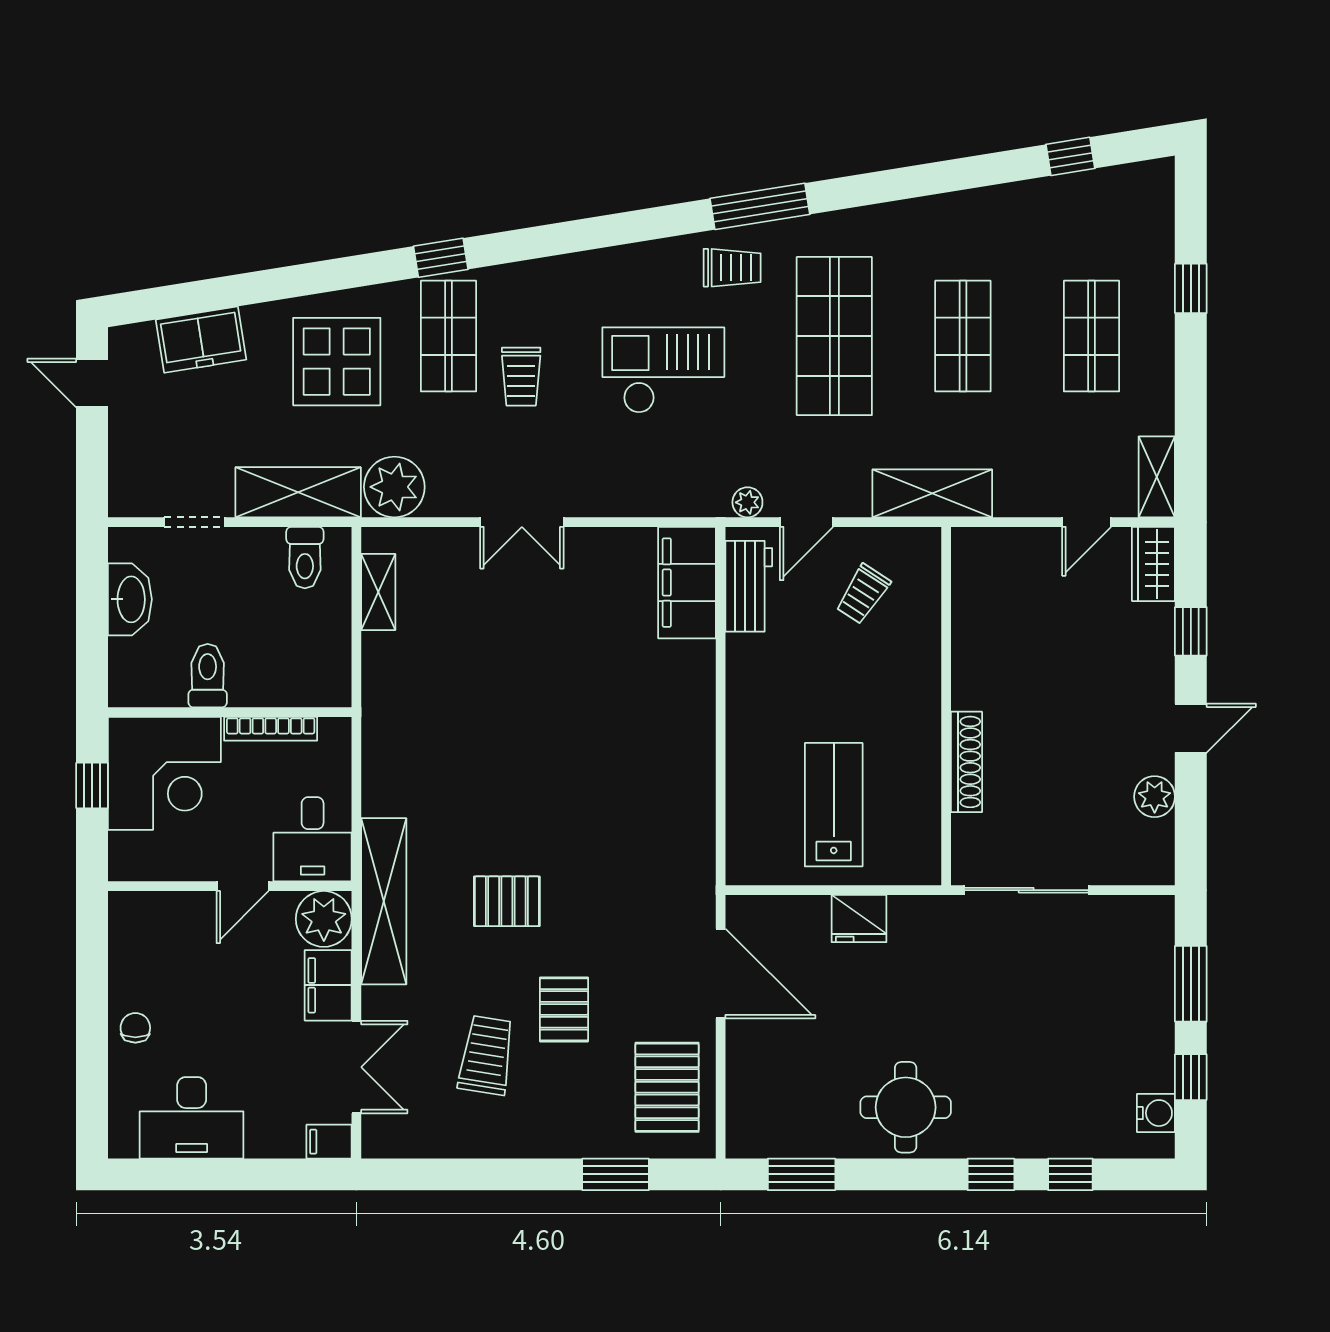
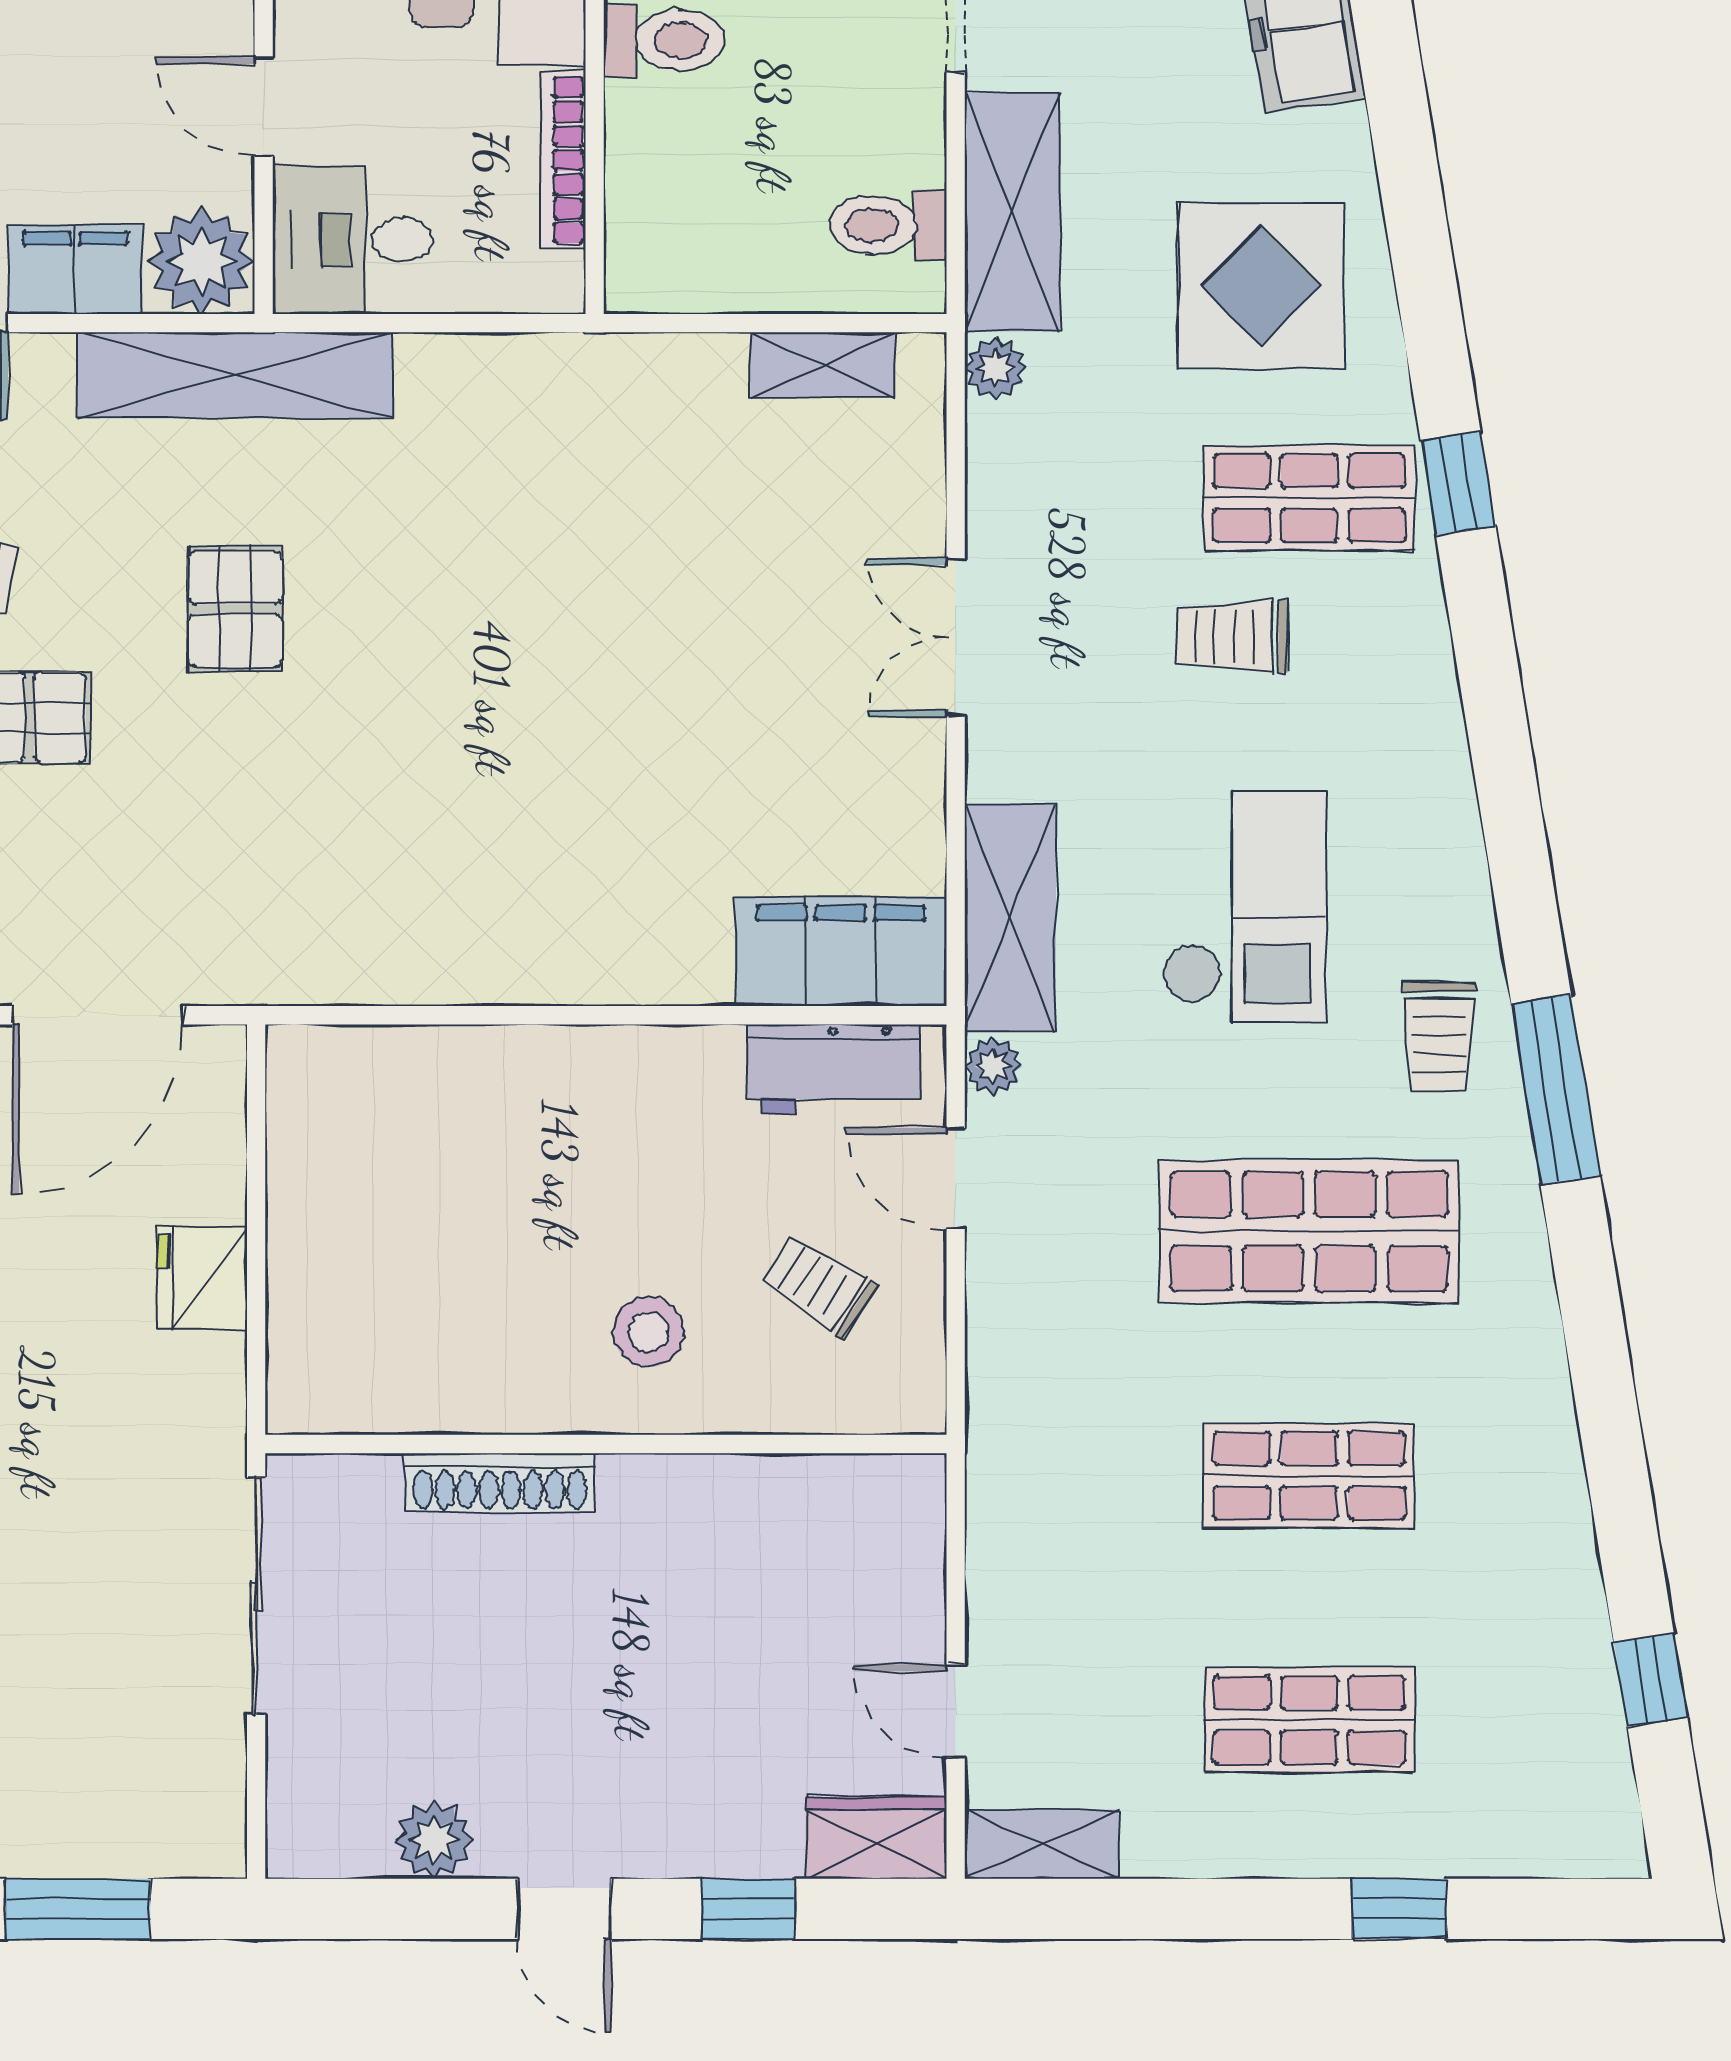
plant: (394, 487) -> (995, 368), width x0.53, depth x0.53
shelving: (932, 493) -> (1010, 918), moved
stool: (887, 684) -> (649, 1332), added
lab bench: (834, 805) -> (419, 1230), removed

